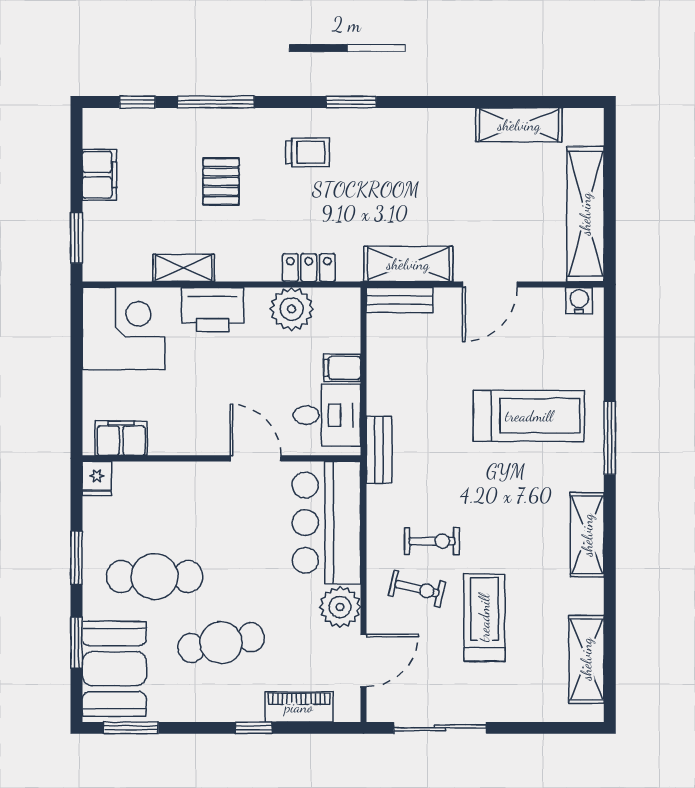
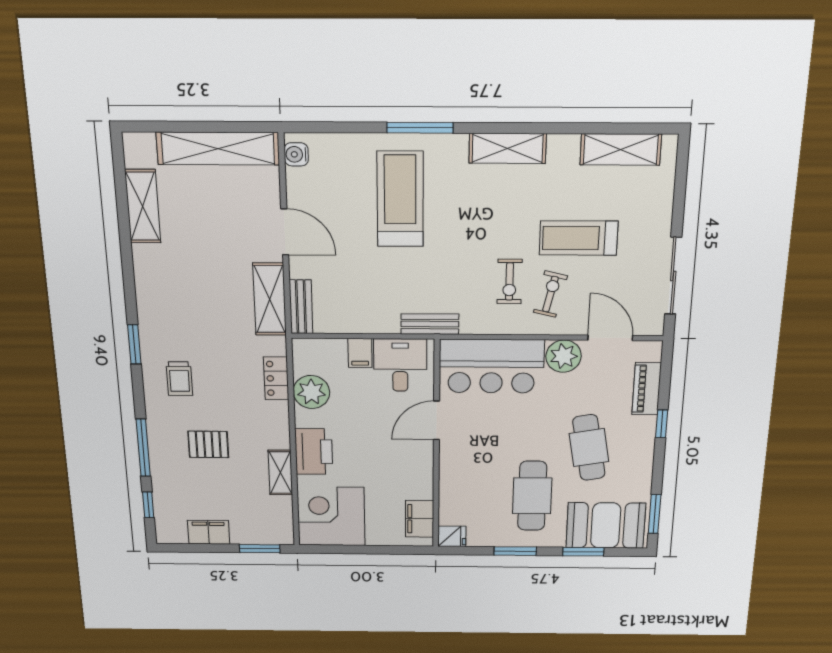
trolley: (308, 152) -> (179, 379), turned 180
exercise bike: (432, 541) -> (510, 282), turned 180

